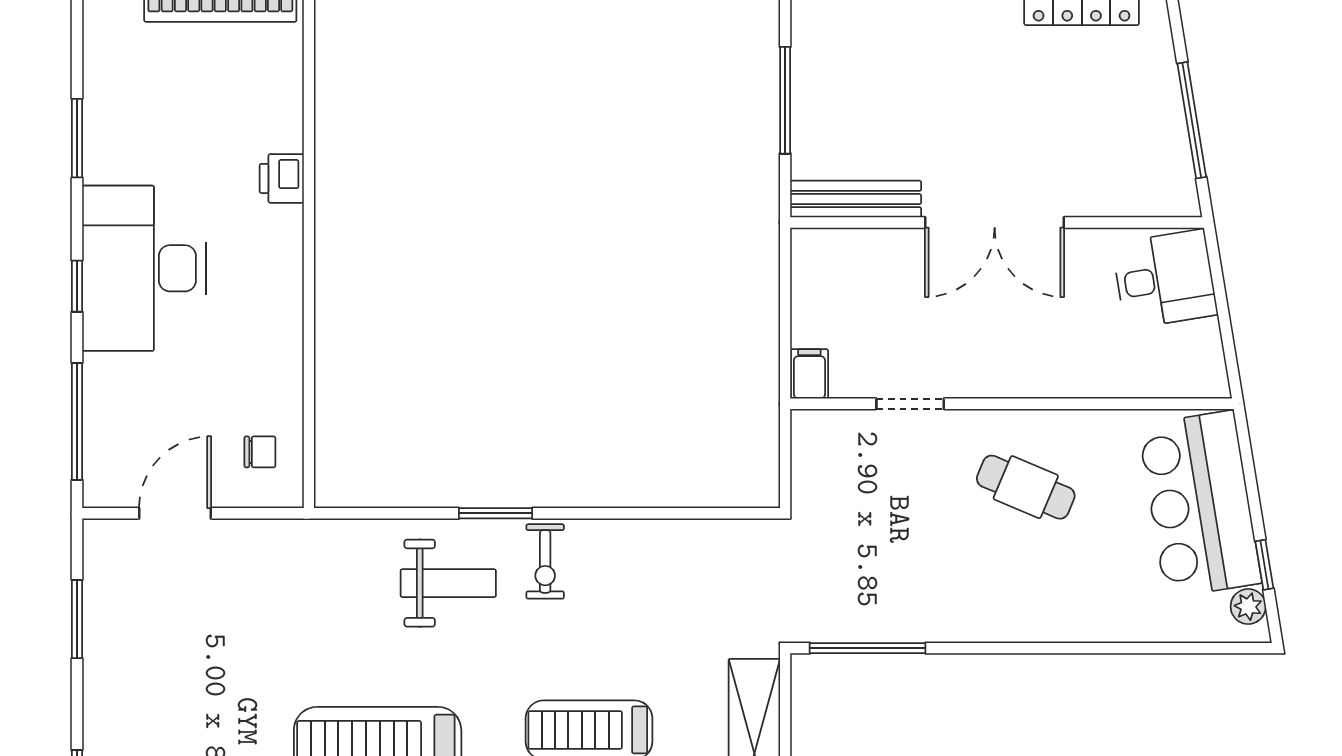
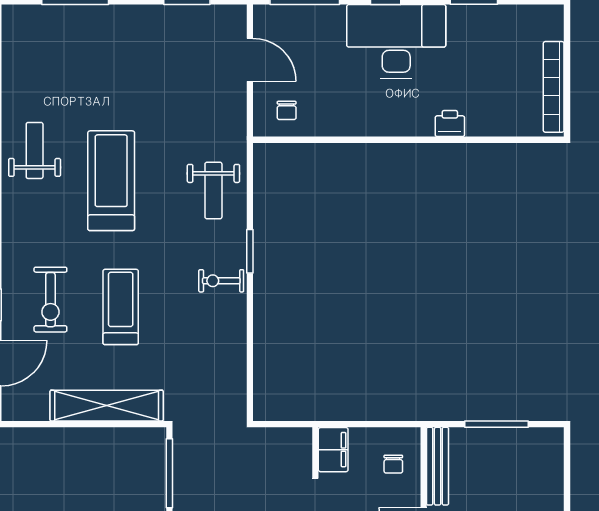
chair: (852, 273) -> (393, 464), added
filing cabinet: (809, 374) -> (333, 450), width x2.00
weight bench: (448, 583) -> (213, 190), moved

